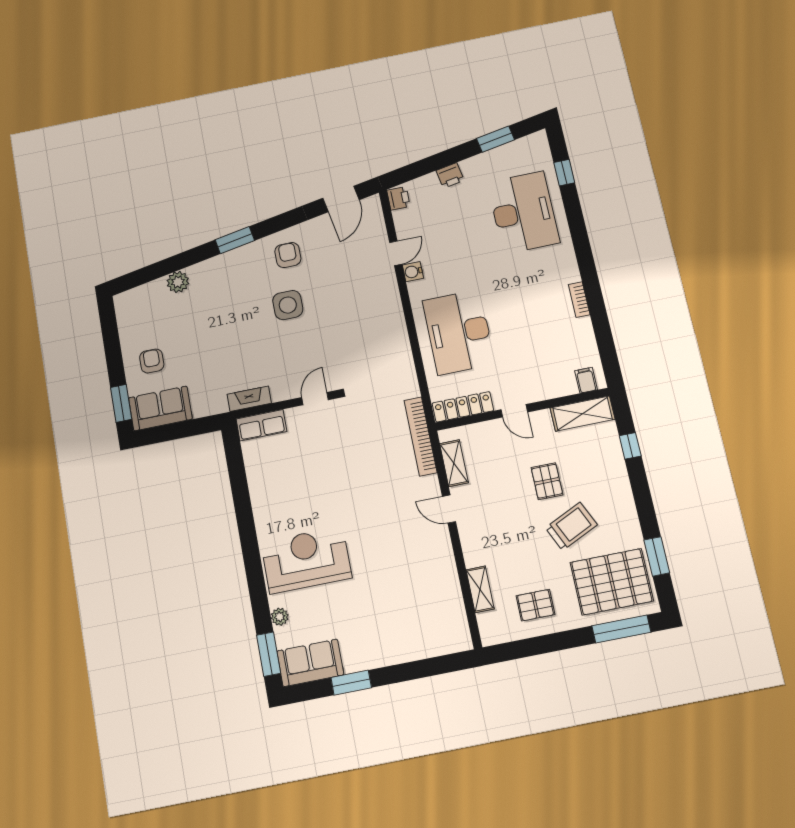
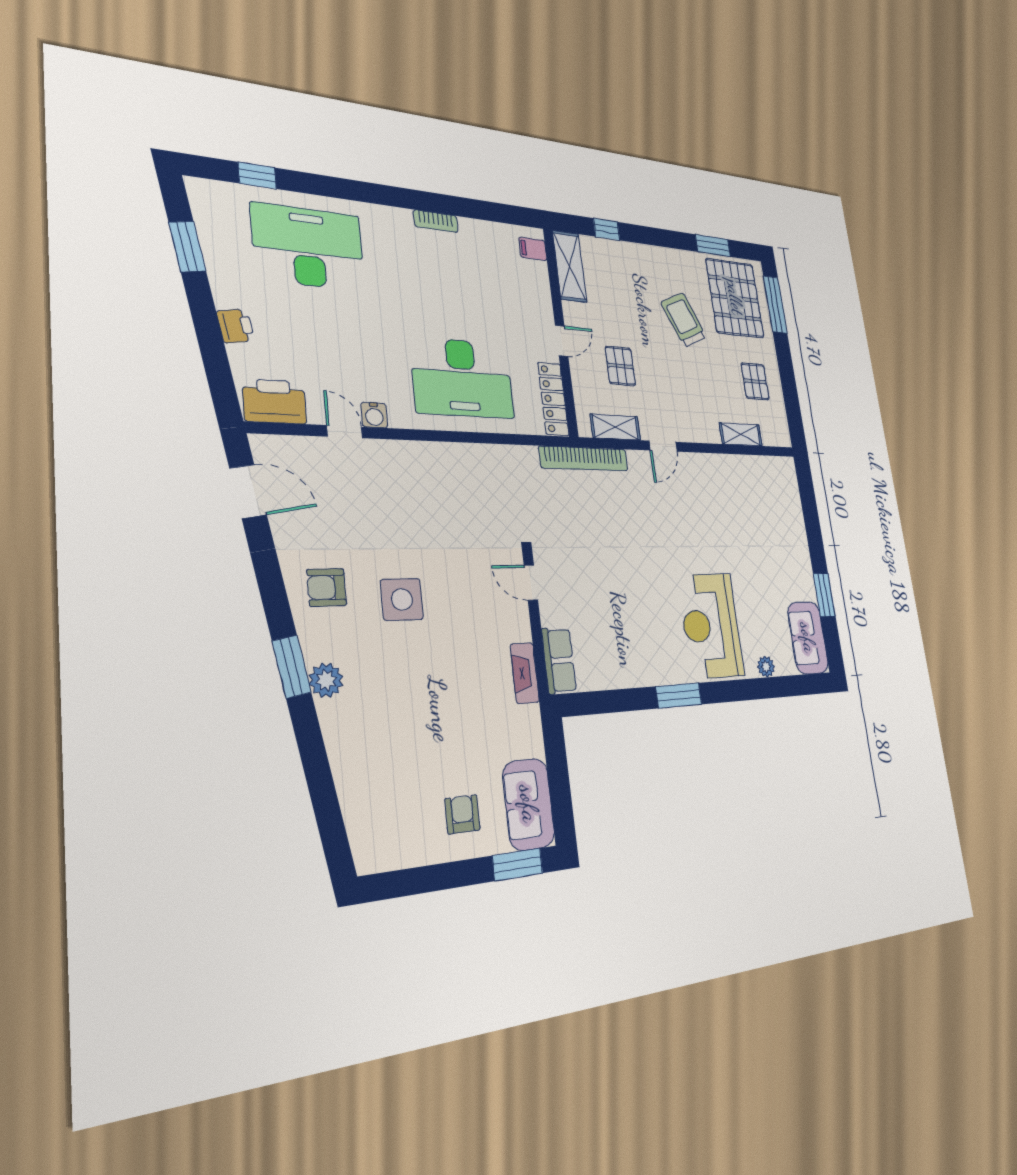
printer: (398, 198) -> (274, 401), width x1.87, depth x1.48
plant: (178, 282) -> (326, 680), moved
armchair: (152, 361) -> (462, 814), turned 90
pallet: (547, 481) -> (620, 366), moved, turned 90
window: (269, 654) -> (679, 695), moved

